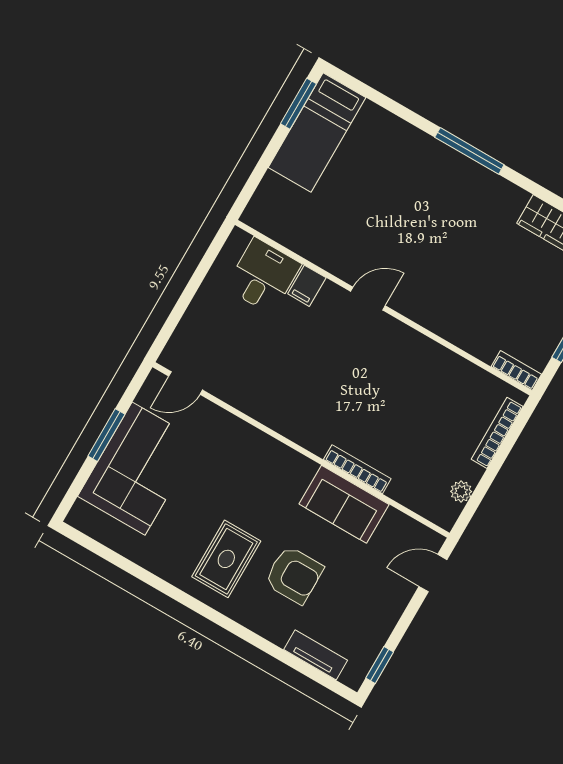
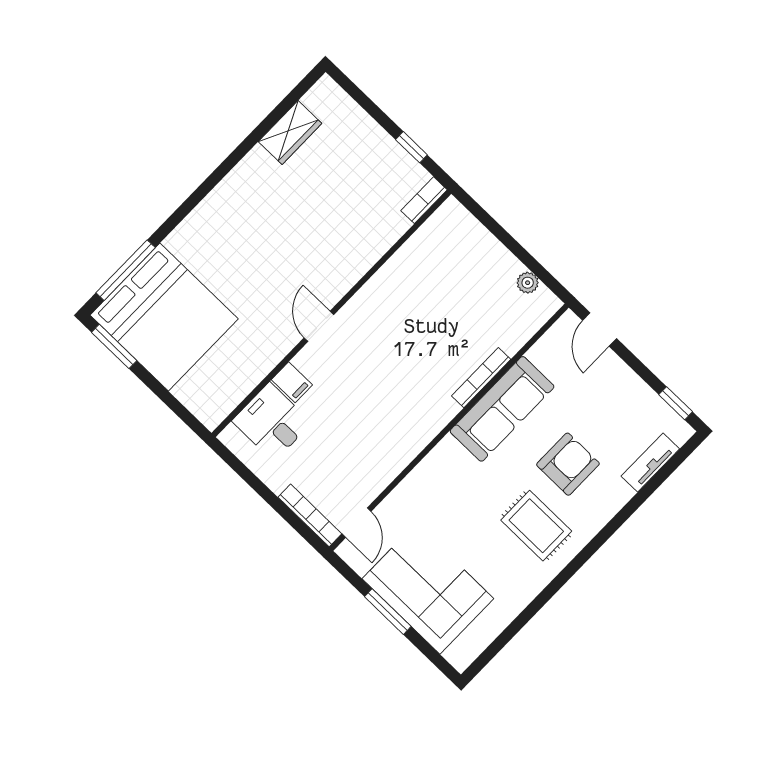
bed: (317, 133) -> (164, 317), width x2.04
window: (469, 151) -> (126, 270), moved
bookcase: (497, 433) -> (310, 515), moved, turned 180
sofa: (344, 504) -> (502, 409), width x1.36

